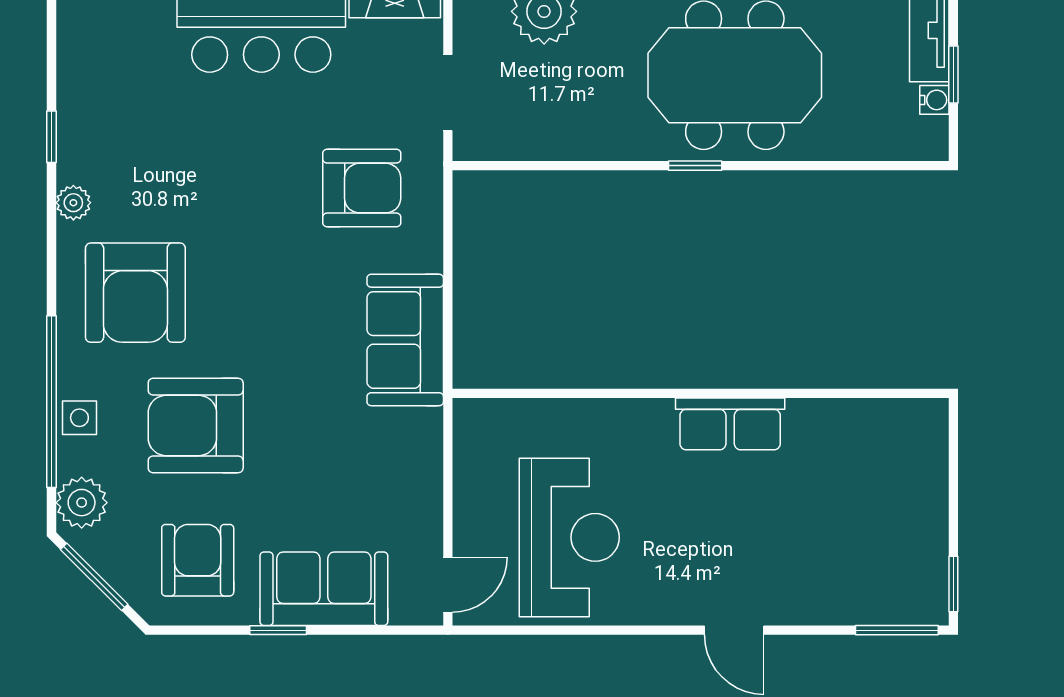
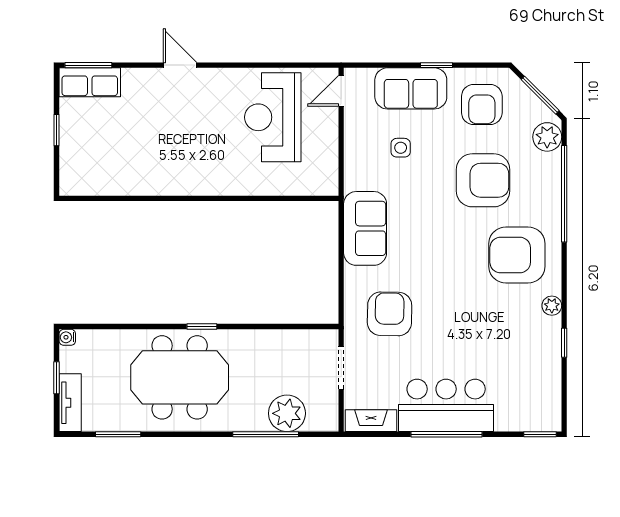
water cooler: (934, 100) -> (67, 337), moved
armchair: (362, 188) -> (390, 314), turned 91
armchair: (135, 293) -> (517, 255), turned -90
side table: (79, 418) -> (401, 148), moved
row of seats: (730, 424) -> (90, 82), moved, turned 180
window: (953, 584) -> (57, 130), moved

